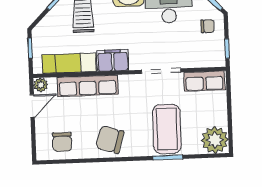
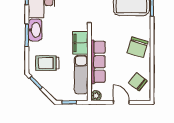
door: (32, 106) -> (121, 102), moved
chair: (62, 142) -> (138, 82), turned -142

